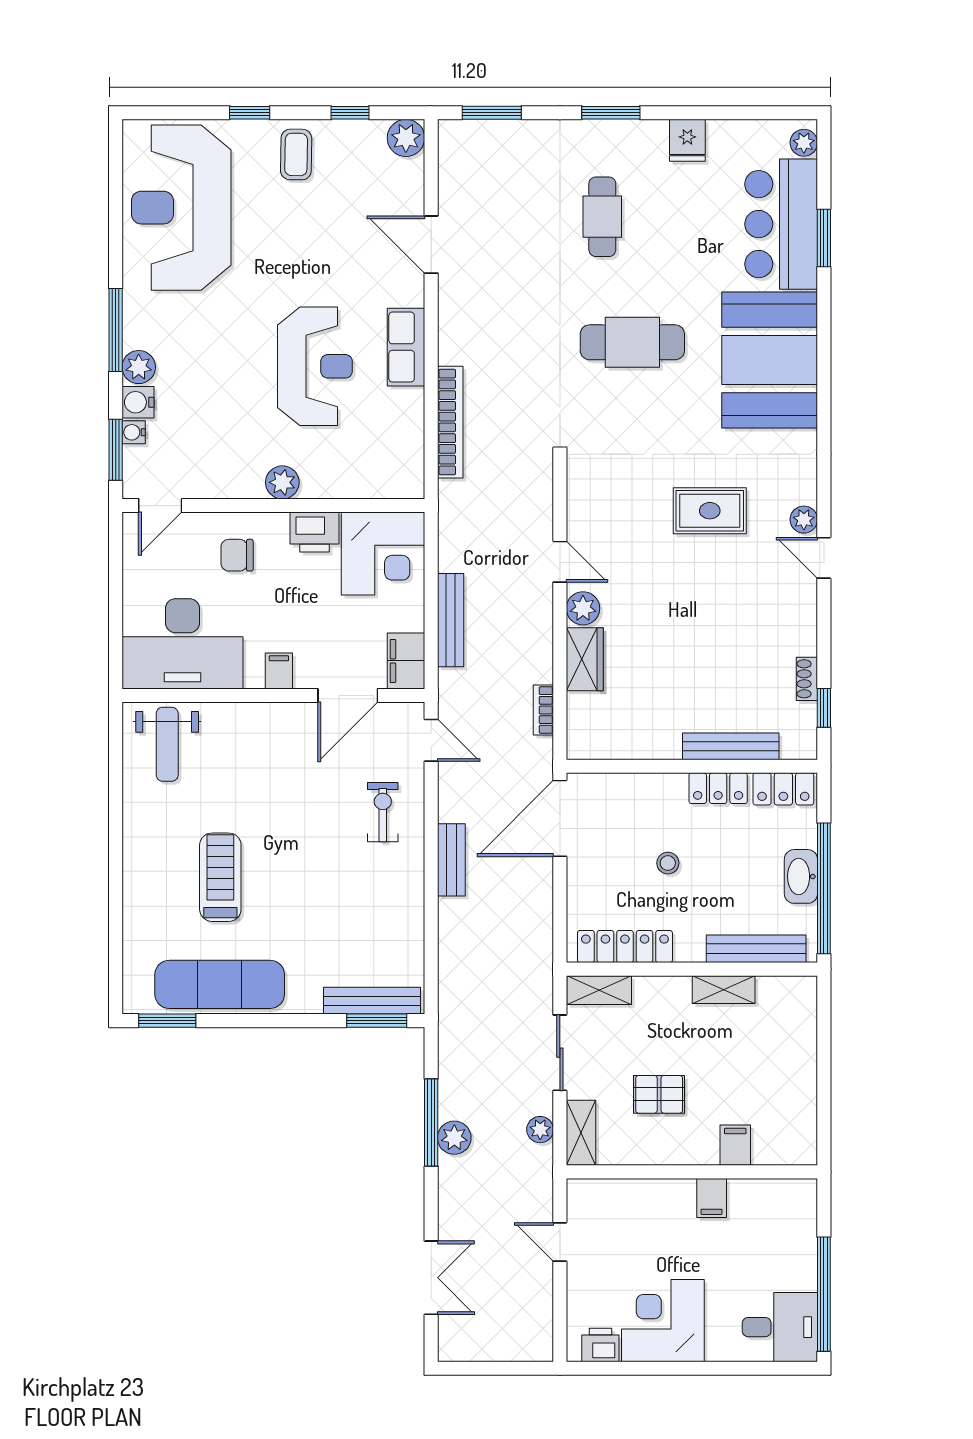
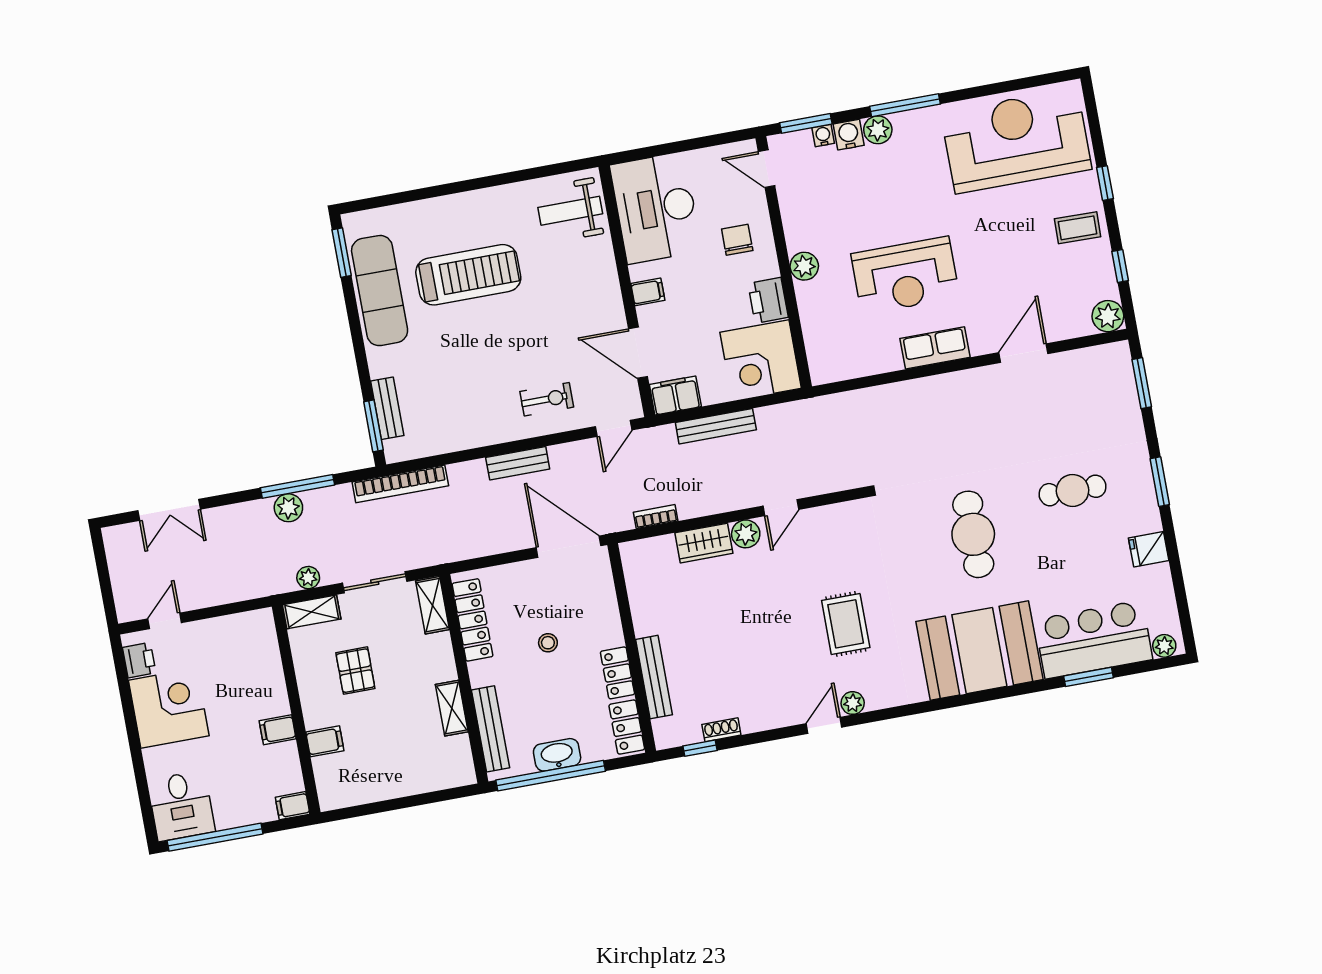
bookcase: (450, 422) -> (400, 484), moved
treadmill: (220, 877) -> (468, 275), width x1.37, depth x1.38
bench: (372, 1001) -> (387, 408), width x0.73
filing cabinet: (804, 1197) -> (293, 806), added
door: (560, 1242) -> (165, 621), moved

